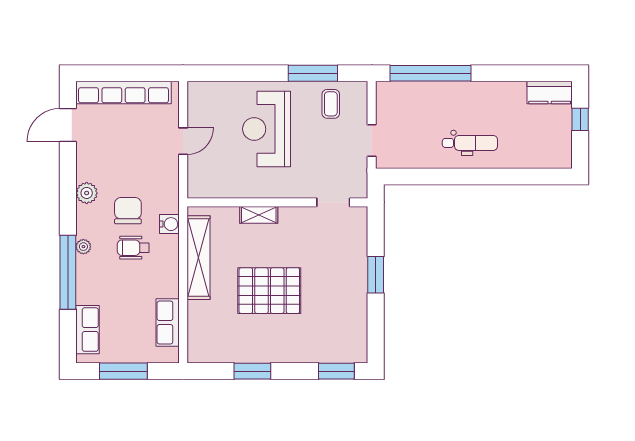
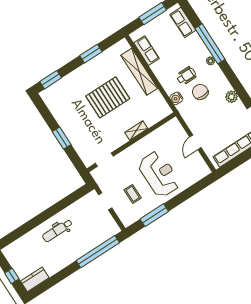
coffee table: (331, 104) -> (133, 194), moved
plant: (87, 193) -> (232, 97), moved
chair: (128, 211) -> (200, 92), turned 180
shelving: (198, 258) -> (139, 72), moved

